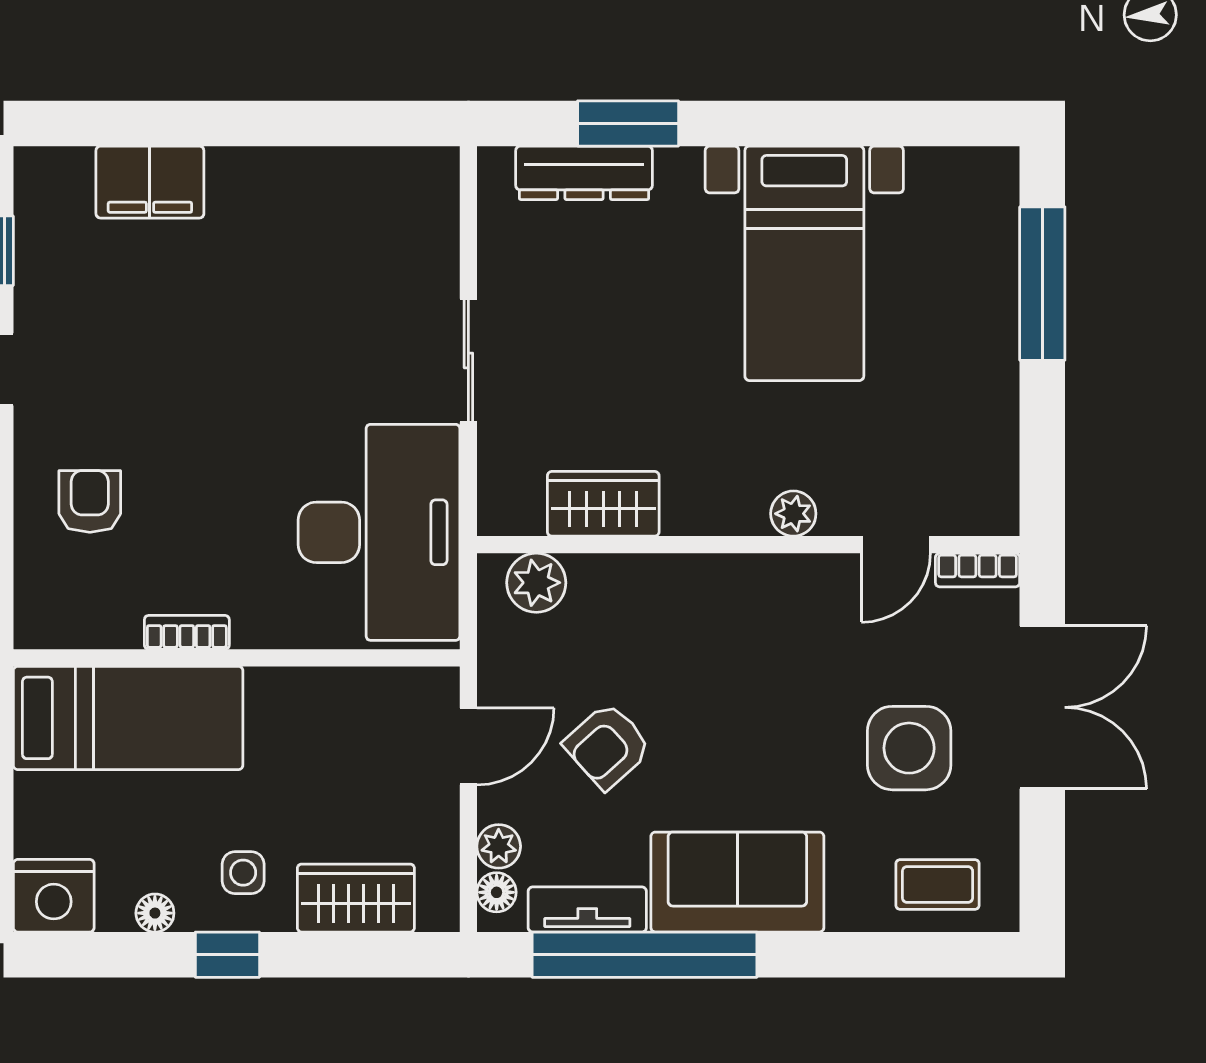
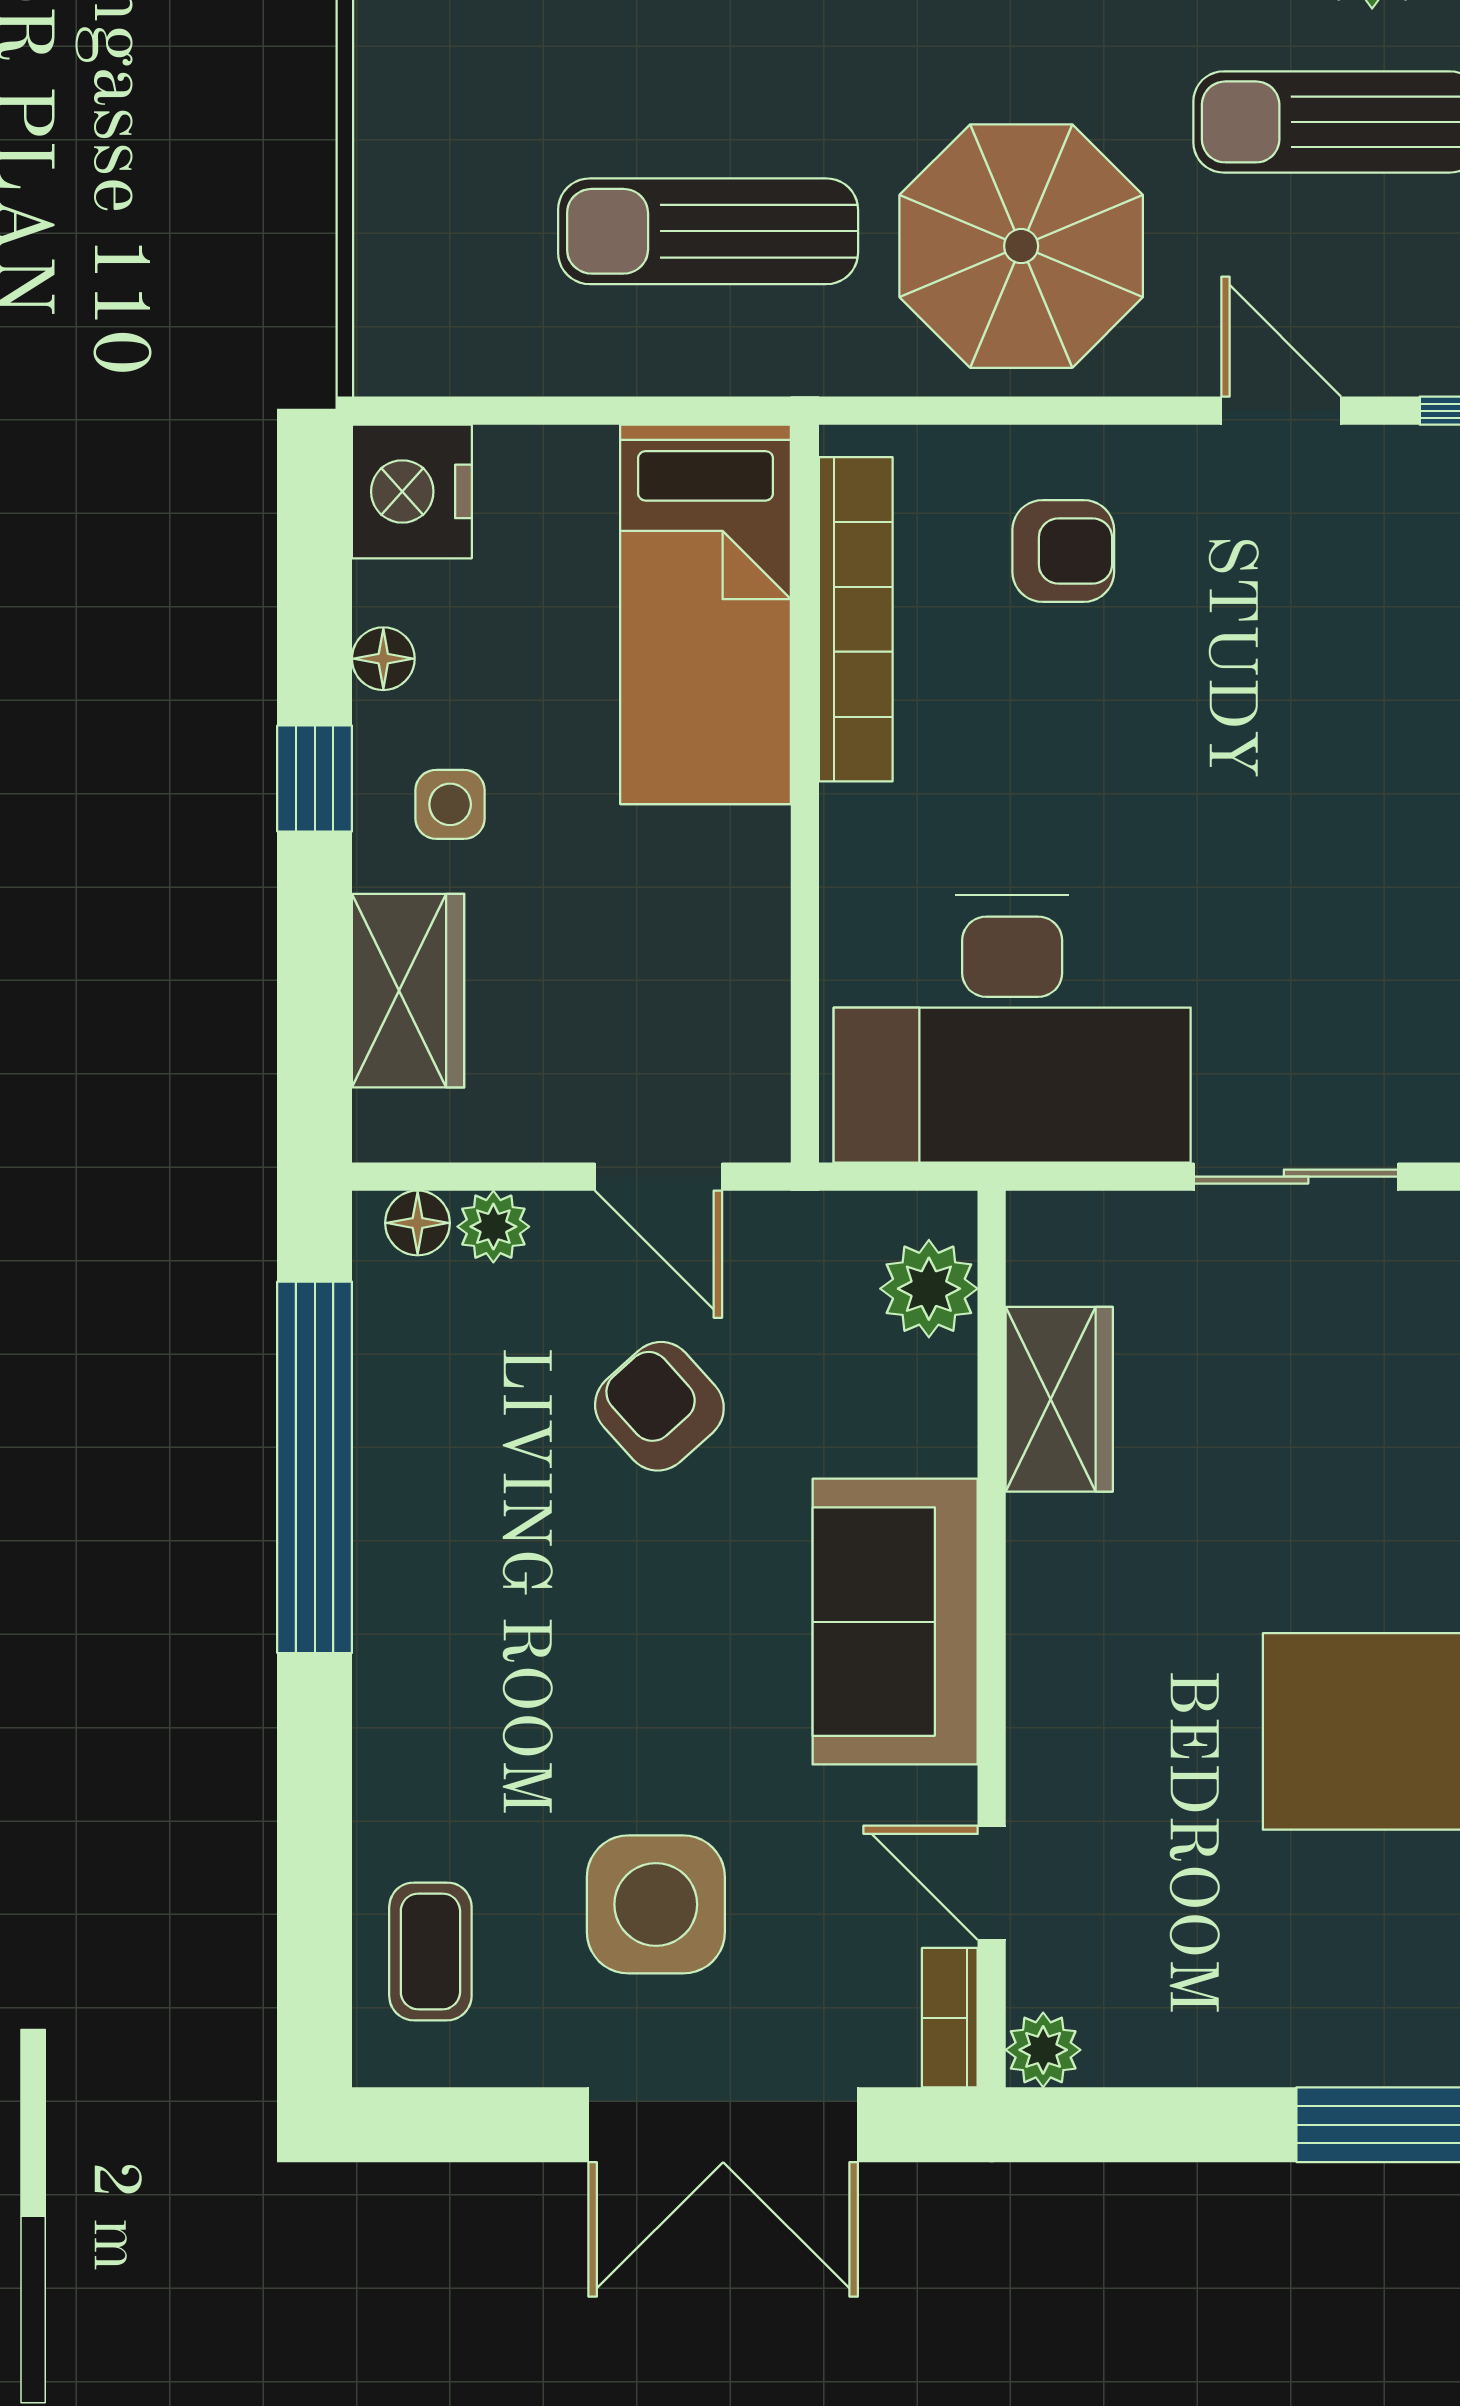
plant: (793, 514) -> (1043, 2050), moved
bookcase: (187, 632) -> (856, 619), width x2.31, depth x1.31
sofa: (737, 882) -> (895, 1622), moved, turned 180
tv unit: (587, 909) -> (389, 1373), removed

